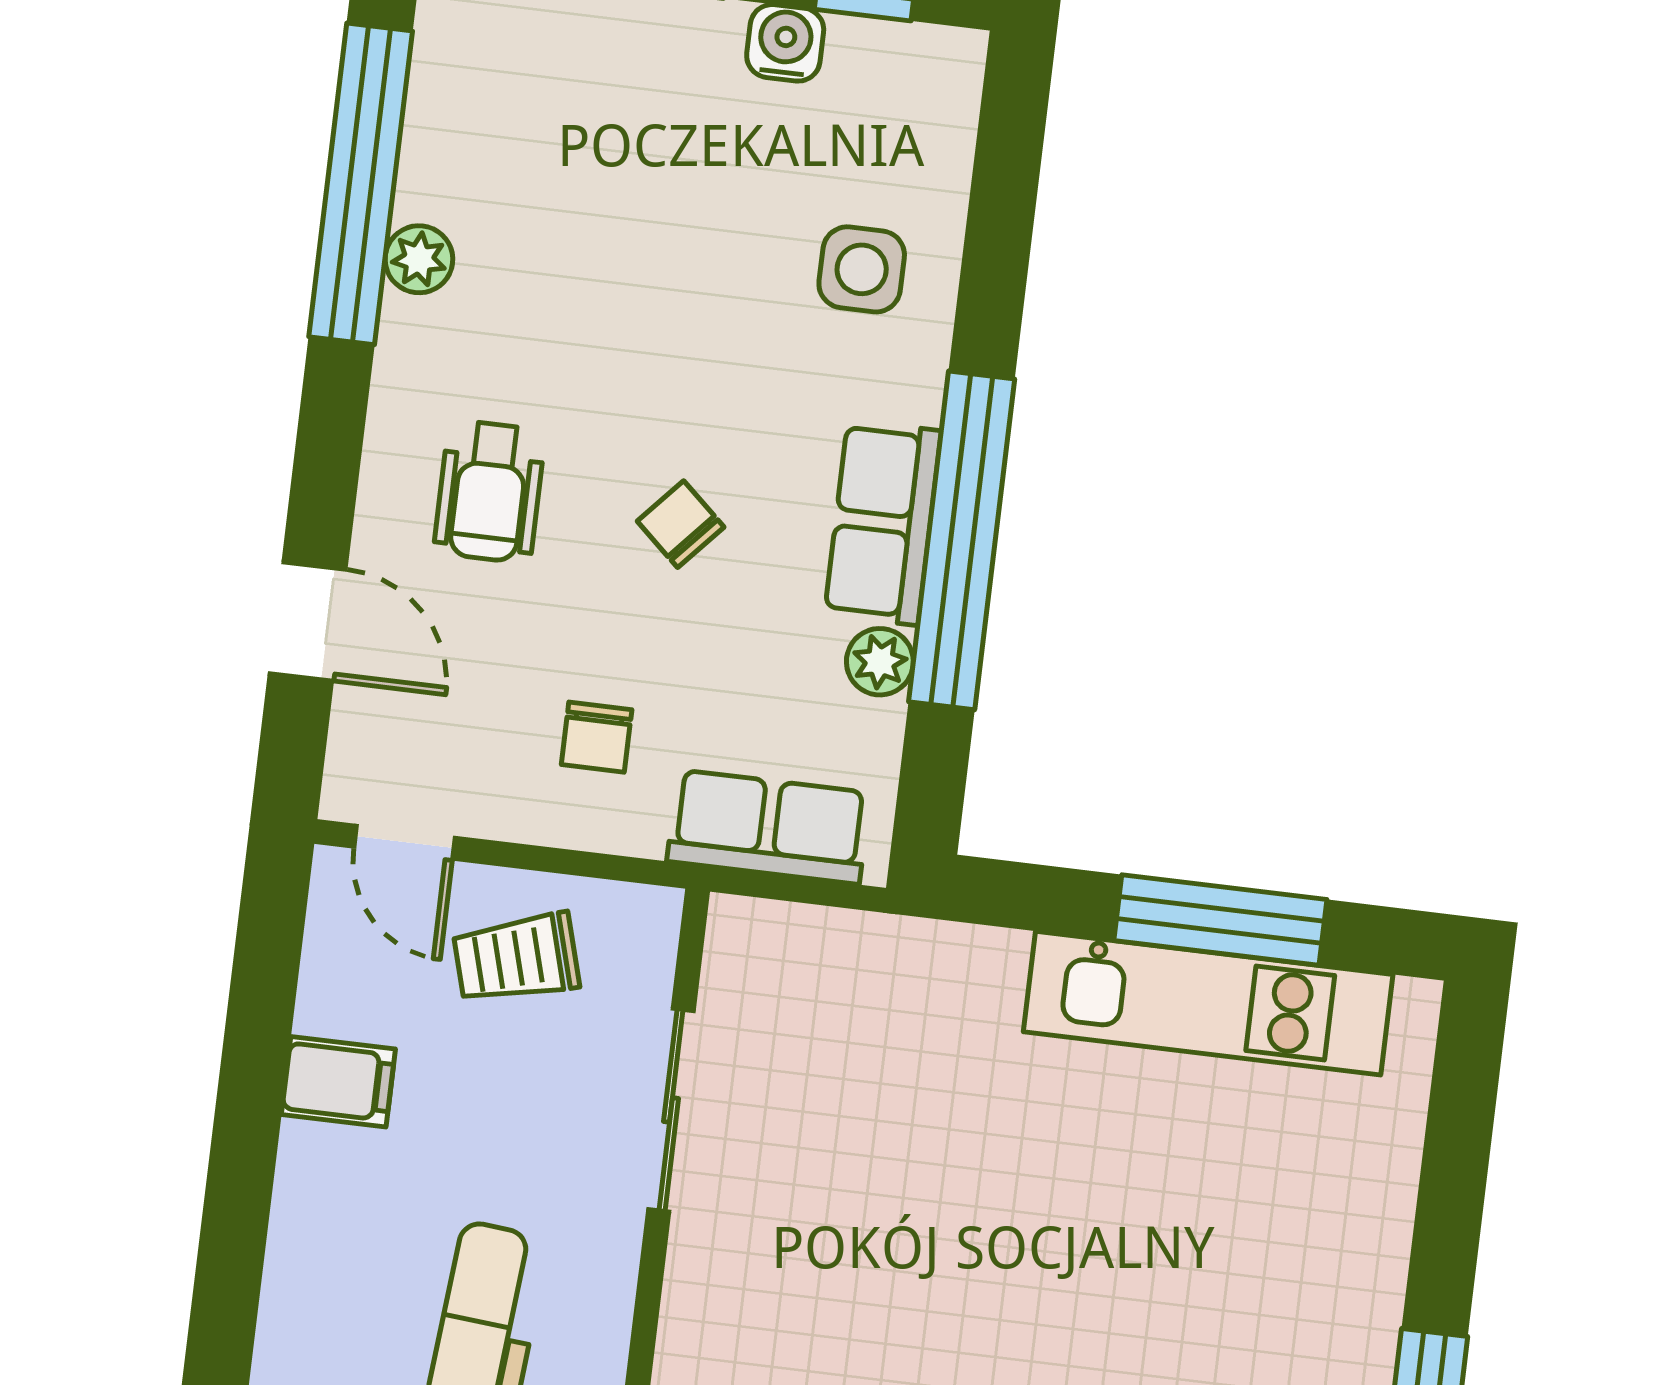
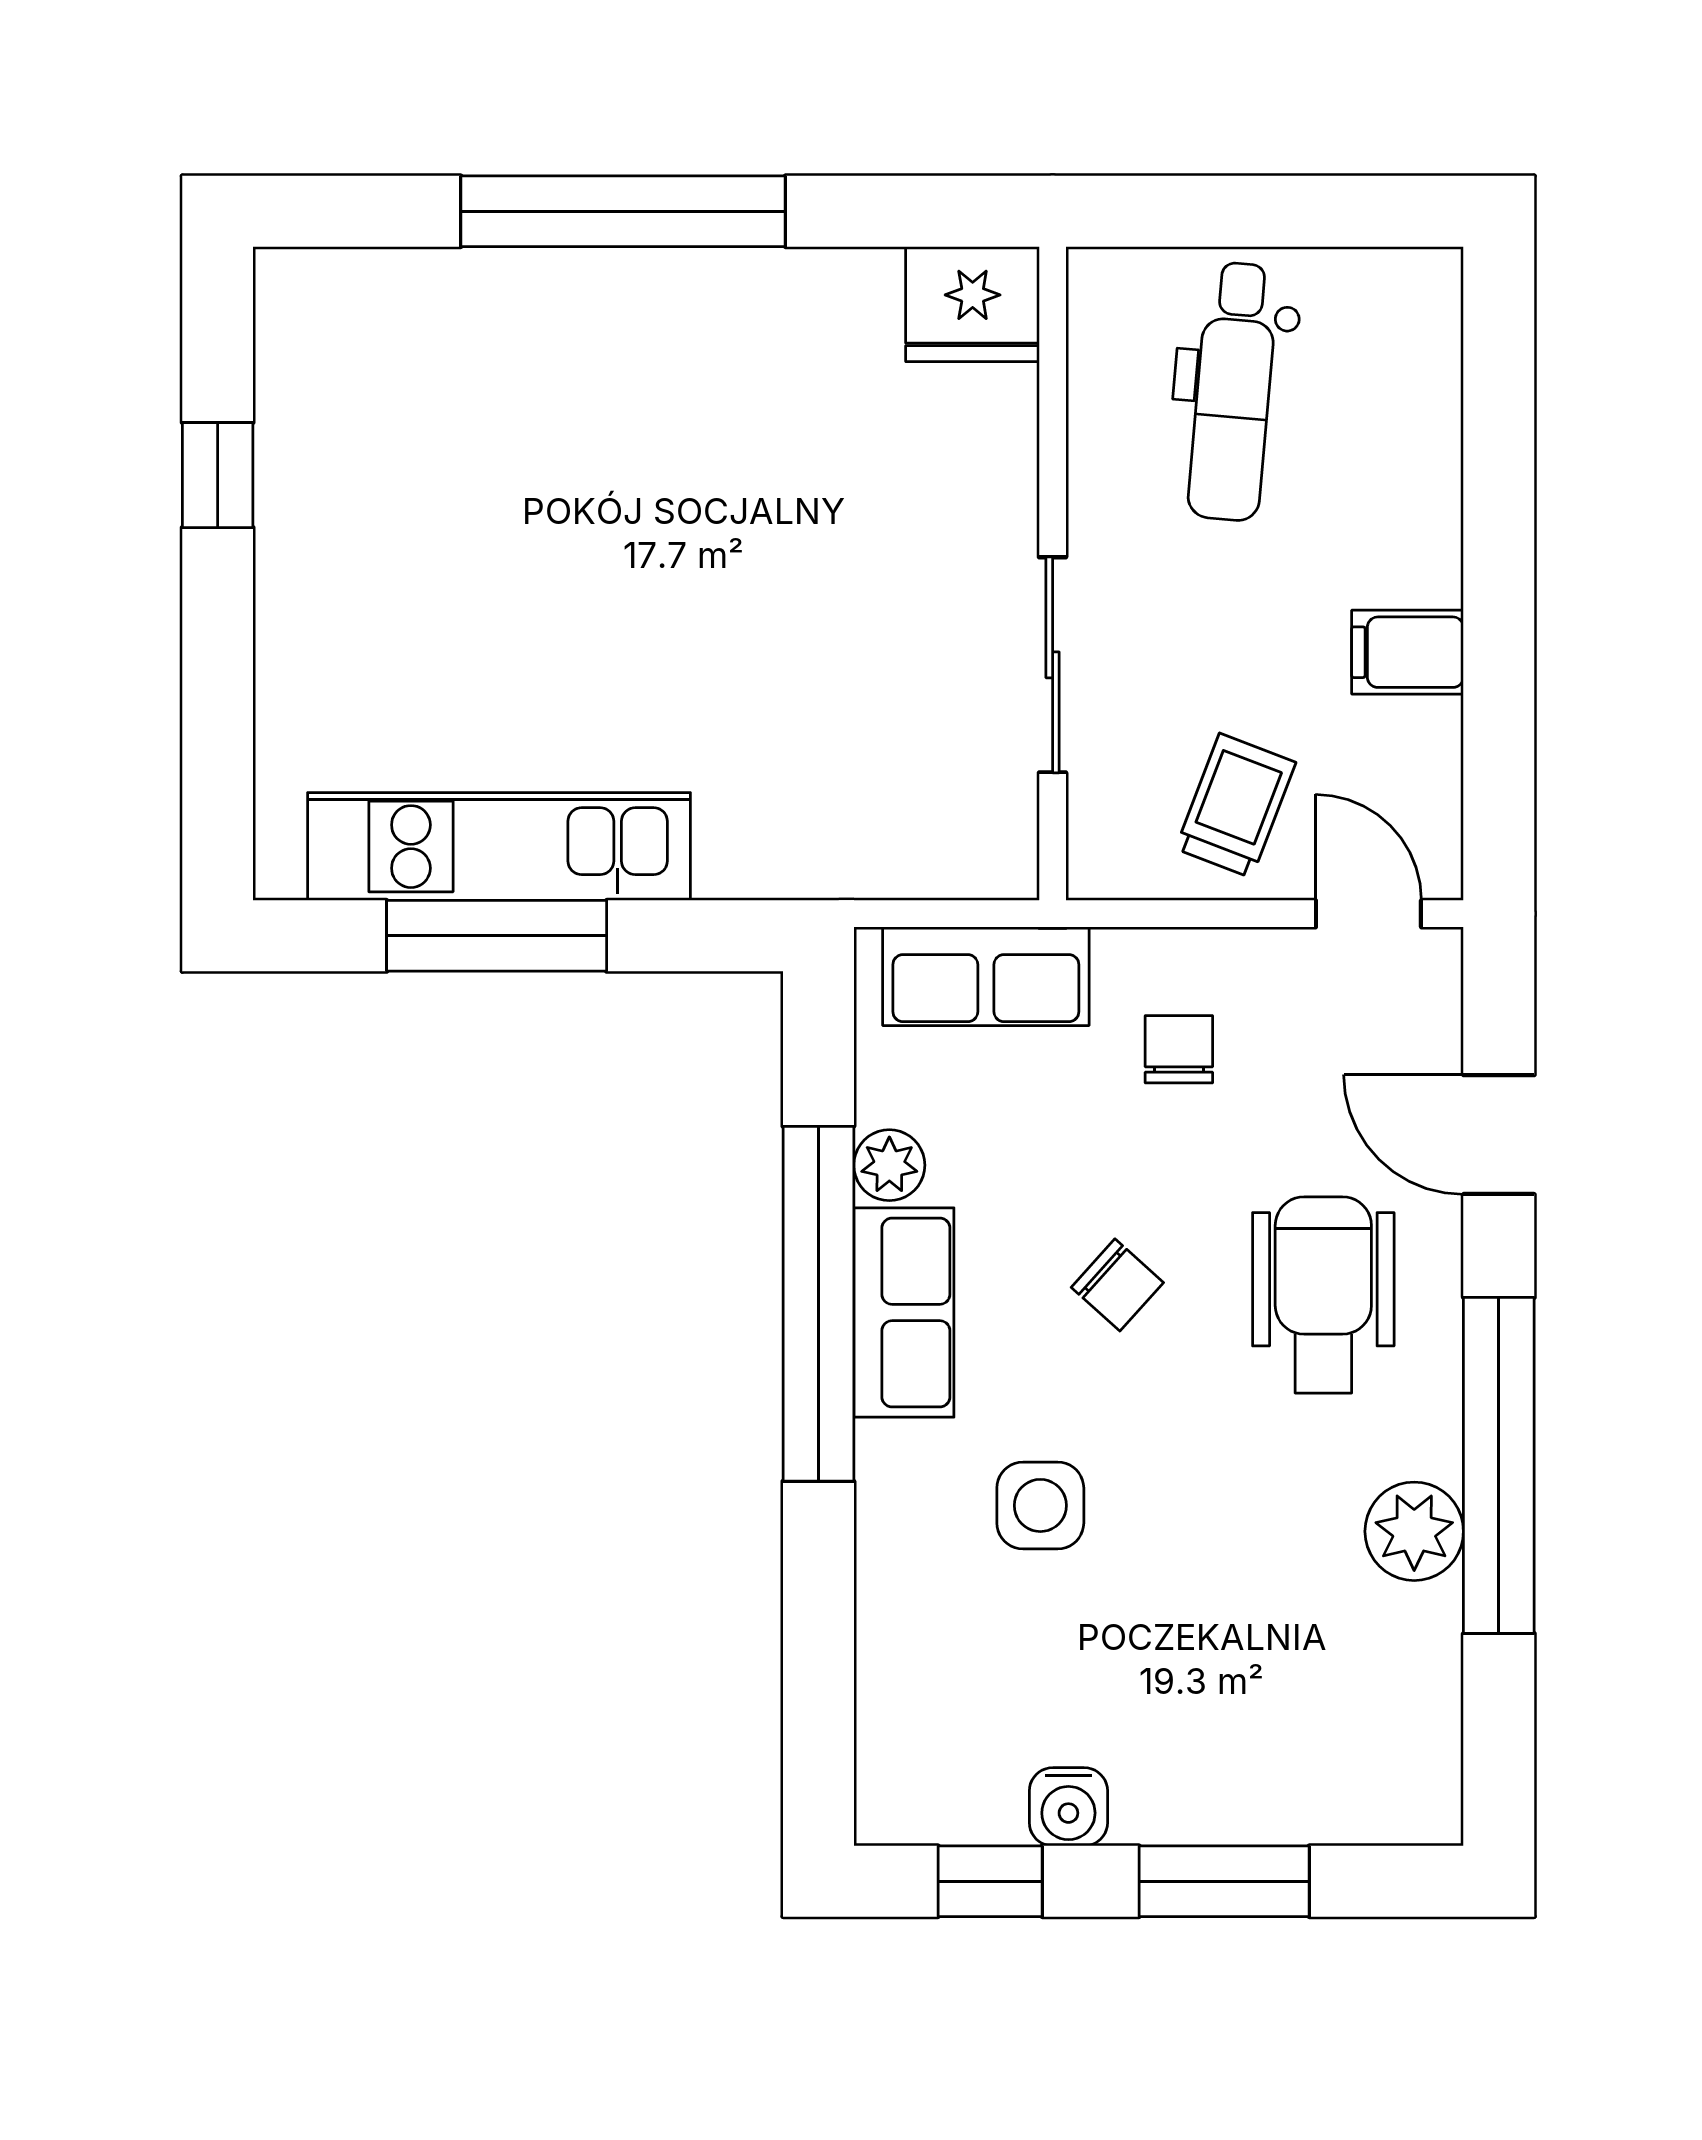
window: (361, 184) -> (1499, 1465), moved
plant: (419, 259) -> (1414, 1531), width x1.38, depth x1.38
side table: (862, 269) -> (1040, 1505), moved
wheelchair: (490, 492) -> (1323, 1295), width x1.36, depth x1.37
trolley: (516, 958) -> (1236, 805), turned -53

